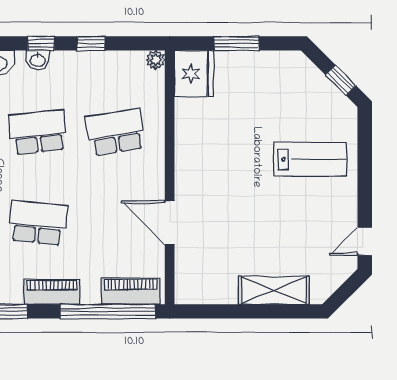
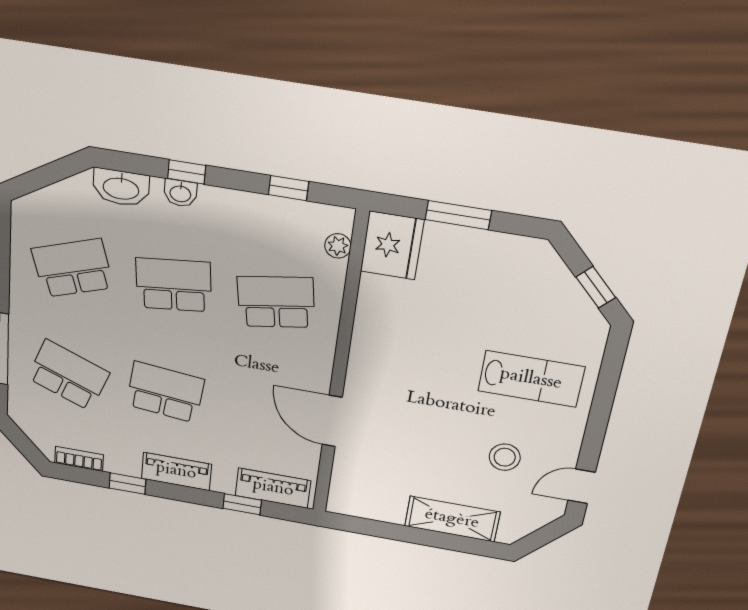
window: (91, 43) -> (289, 188), moved
plant: (156, 60) -> (338, 246), moved
stool: (303, 228) -> (505, 457), added
window: (108, 311) -> (242, 504), width x0.32

